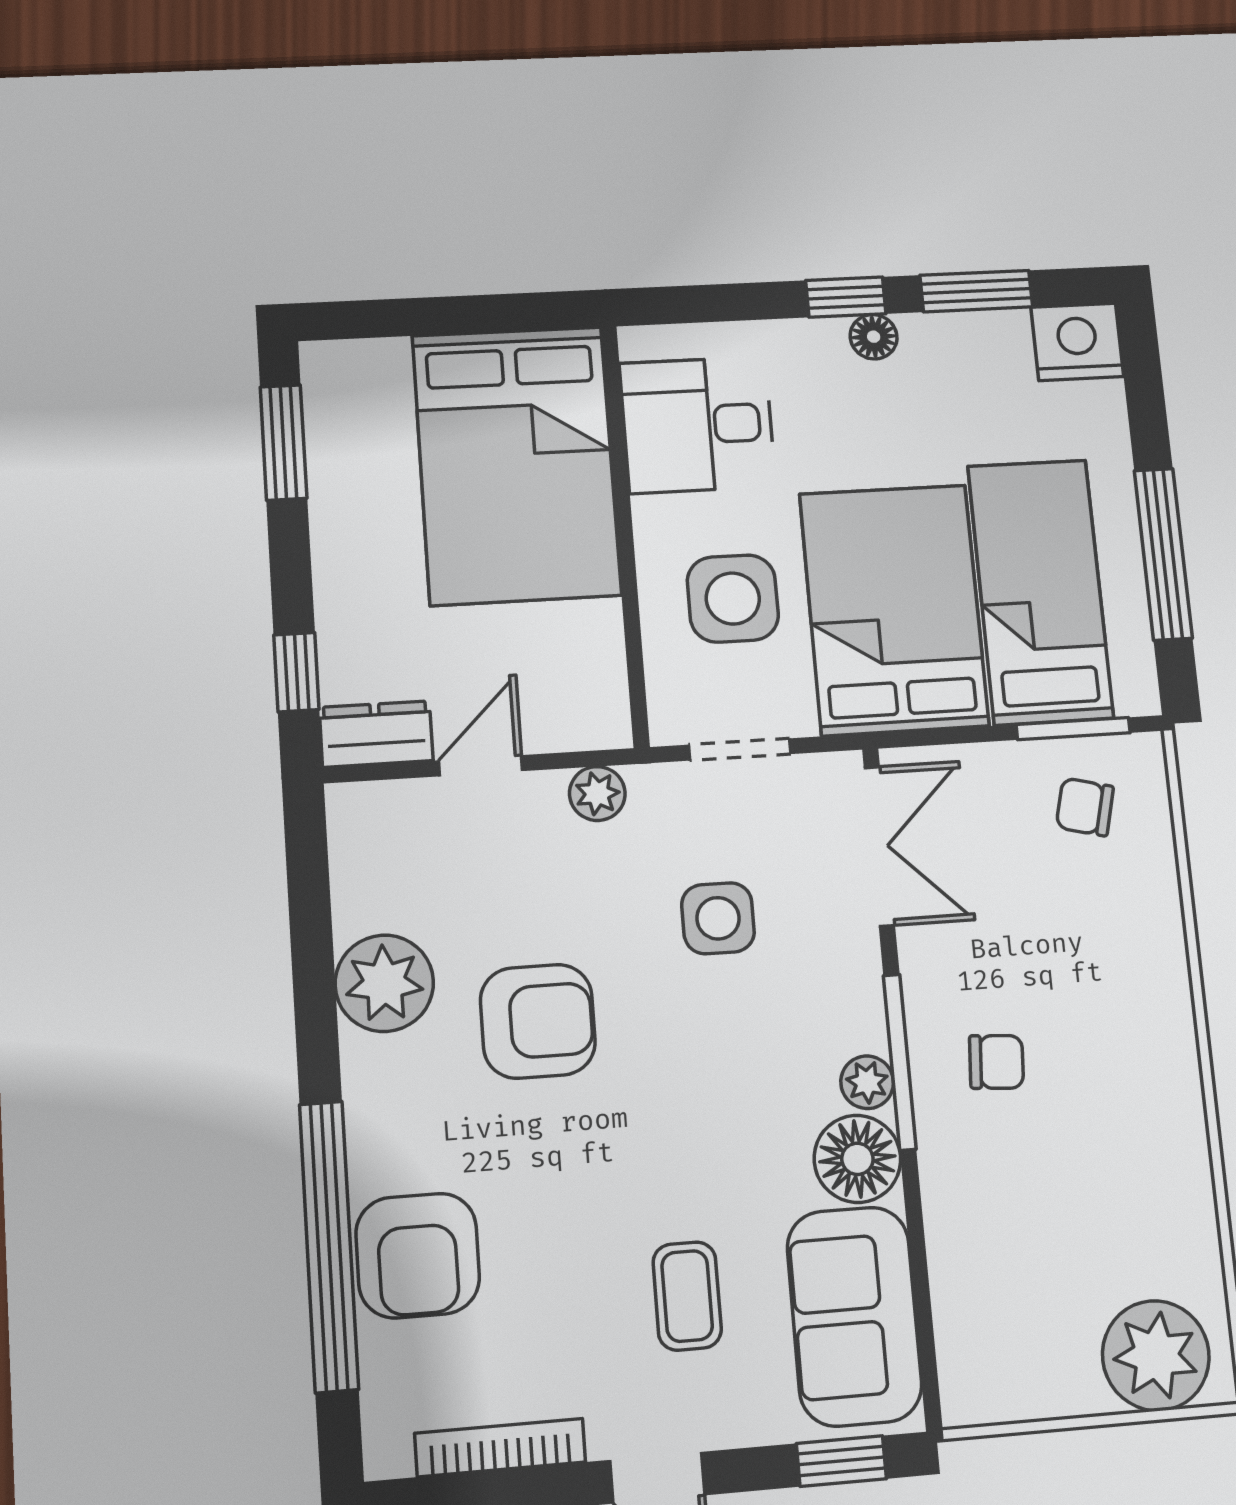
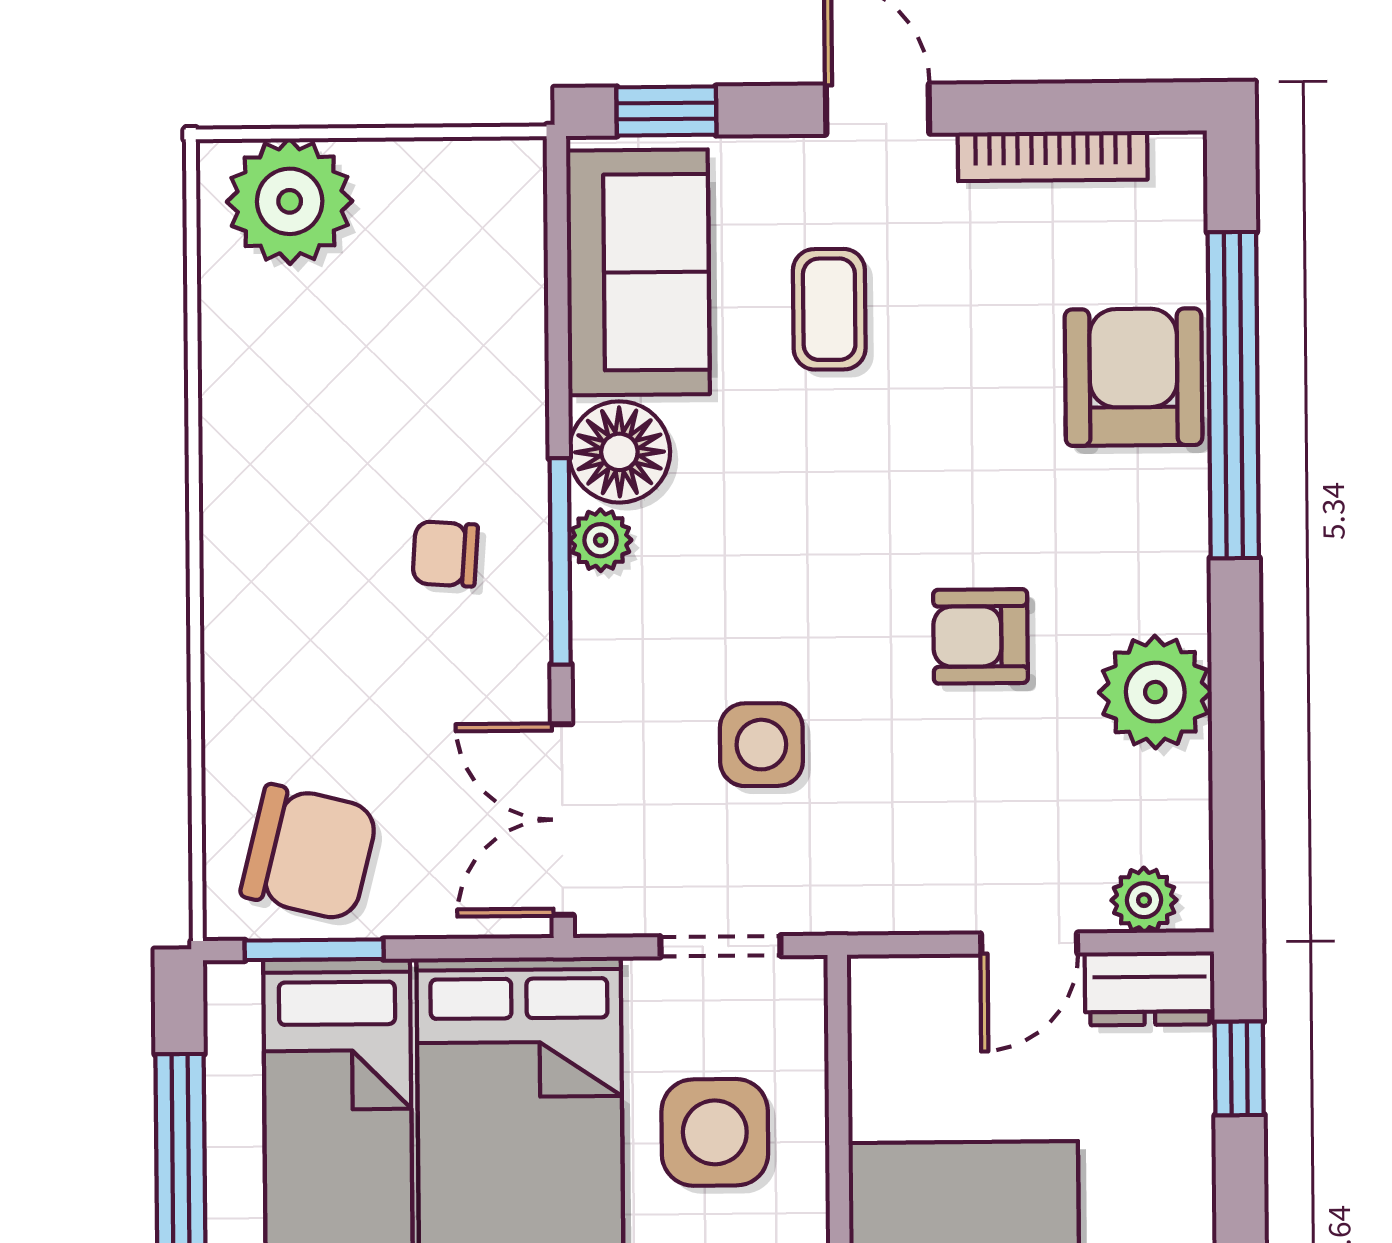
plant: (597, 794) -> (1144, 900), moved
chair: (1085, 807) -> (309, 853), width x1.87, depth x1.87
armchair: (538, 1021) -> (981, 636), width x0.72, depth x0.72

